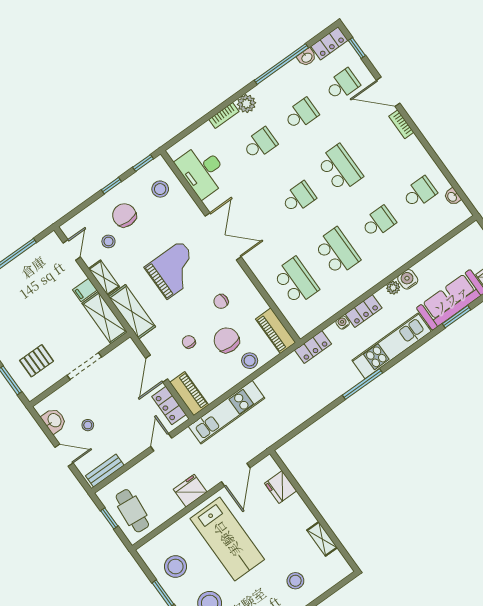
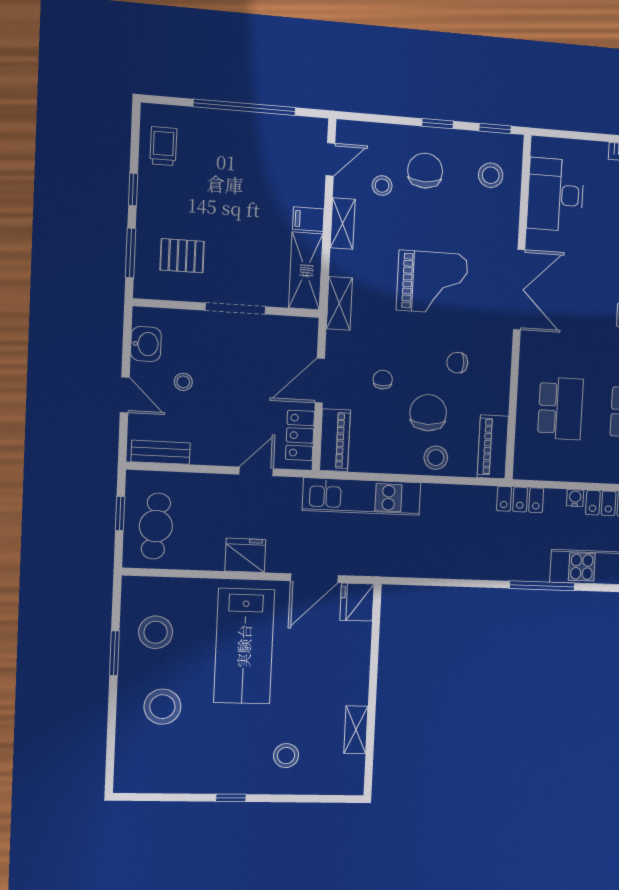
shelving: (132, 312) -> (339, 303), width x0.67, depth x0.75
fridge: (281, 487) -> (357, 602), moved

